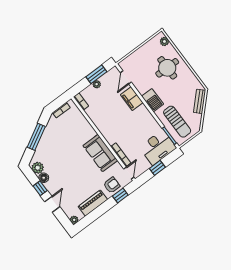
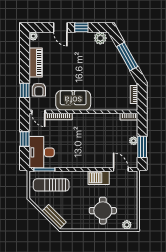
filing cabinet: (132, 99) -> (99, 161), removed
barbecue: (153, 100) -> (99, 178), moved
floor lamp: (44, 178) -> (88, 37), removed

